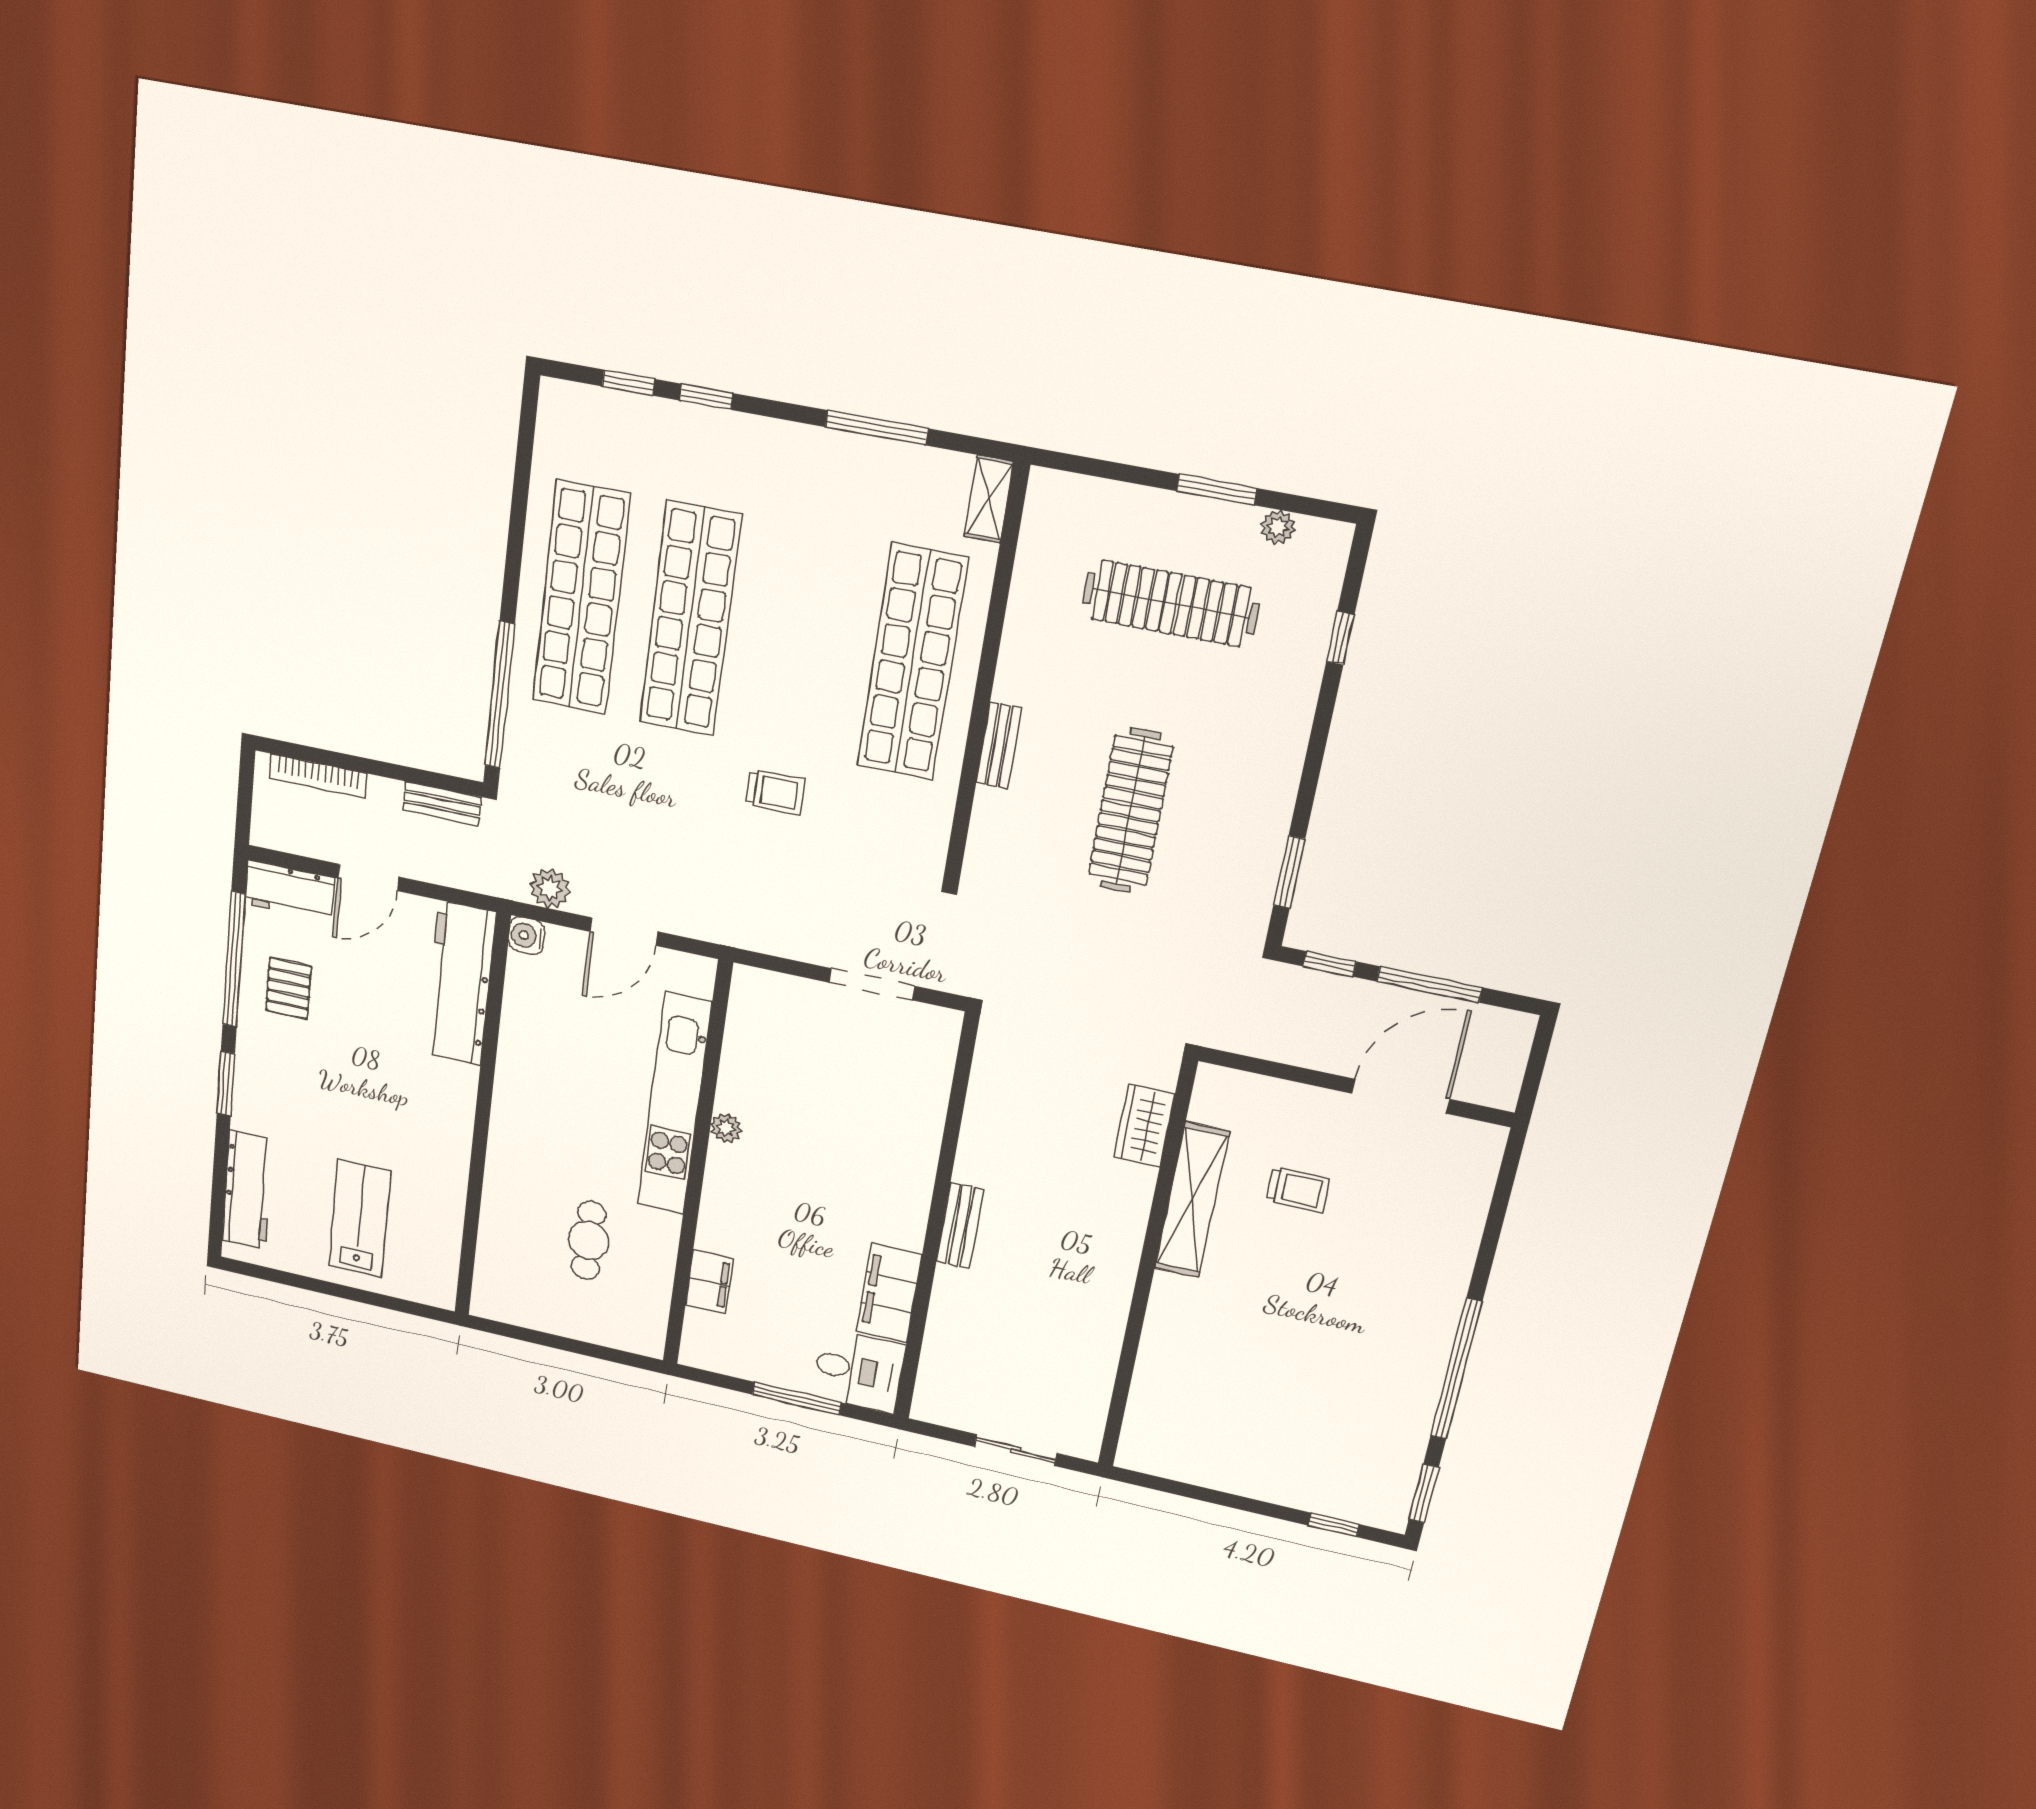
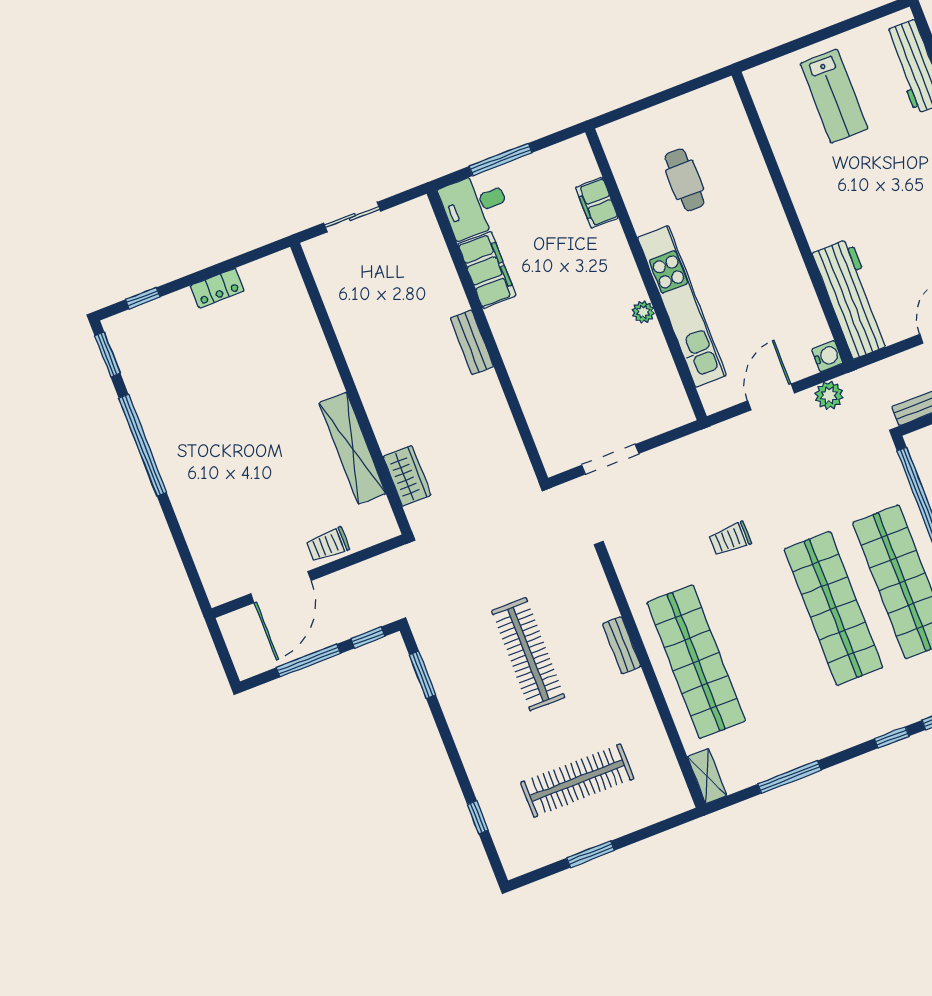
plant: (1278, 527) -> (547, 854), removed
trolley: (1298, 1190) -> (328, 545), moved
locker: (1234, 1479) -> (217, 288), added

